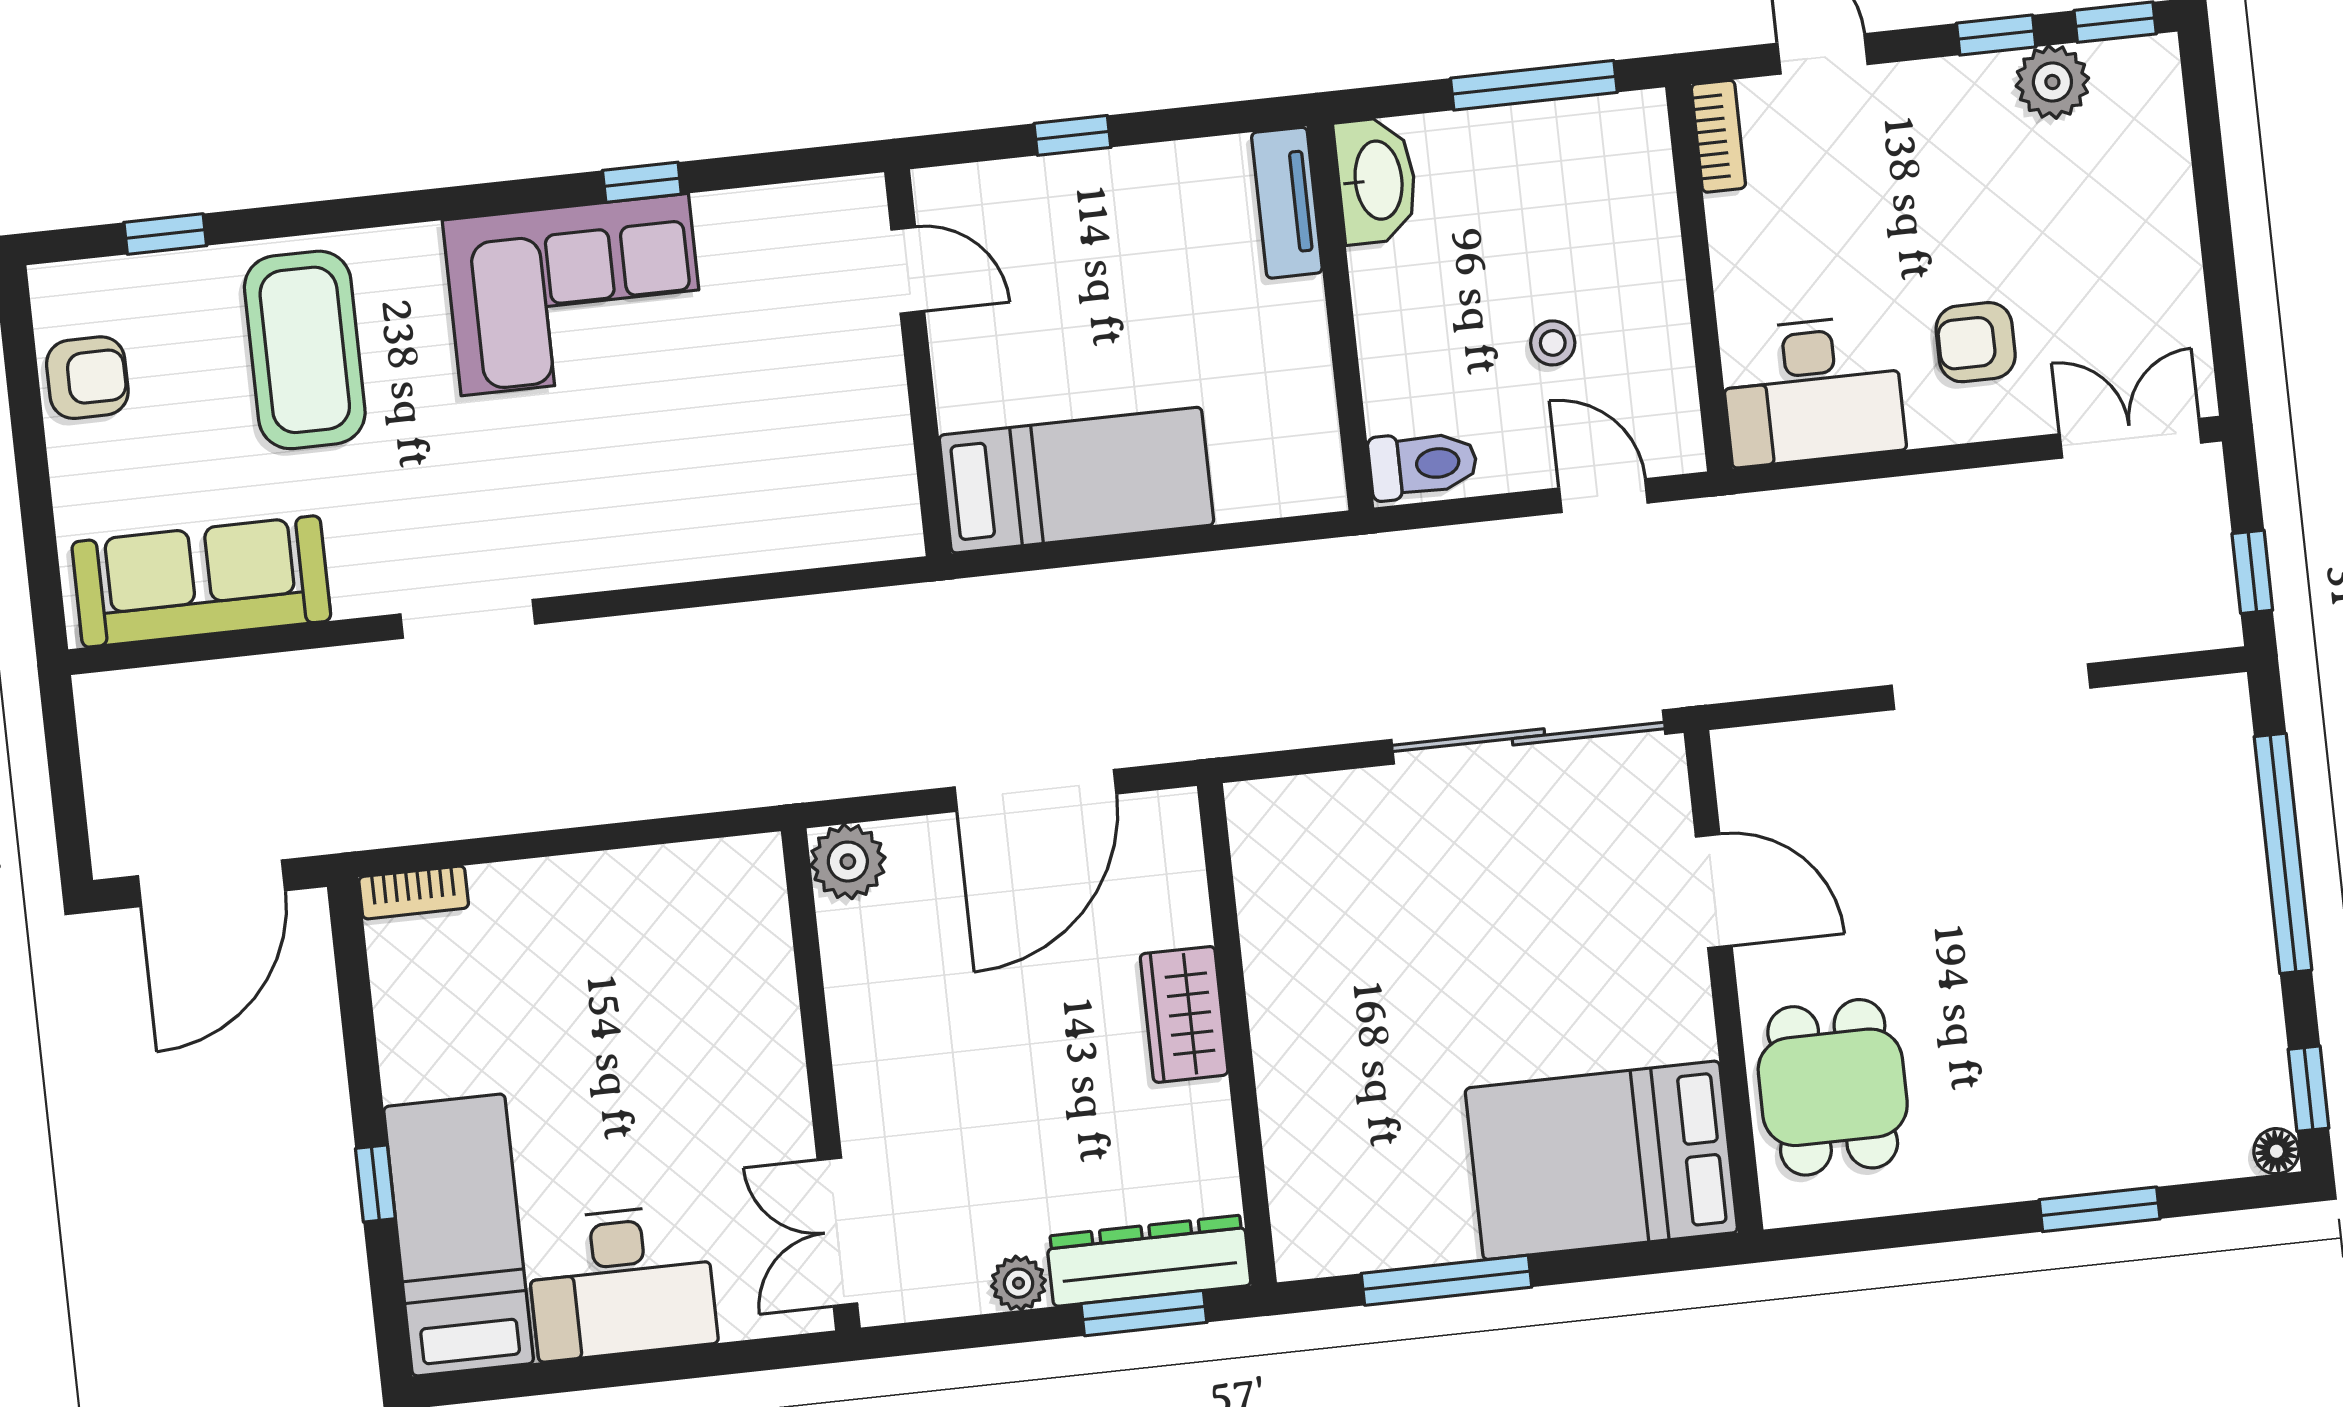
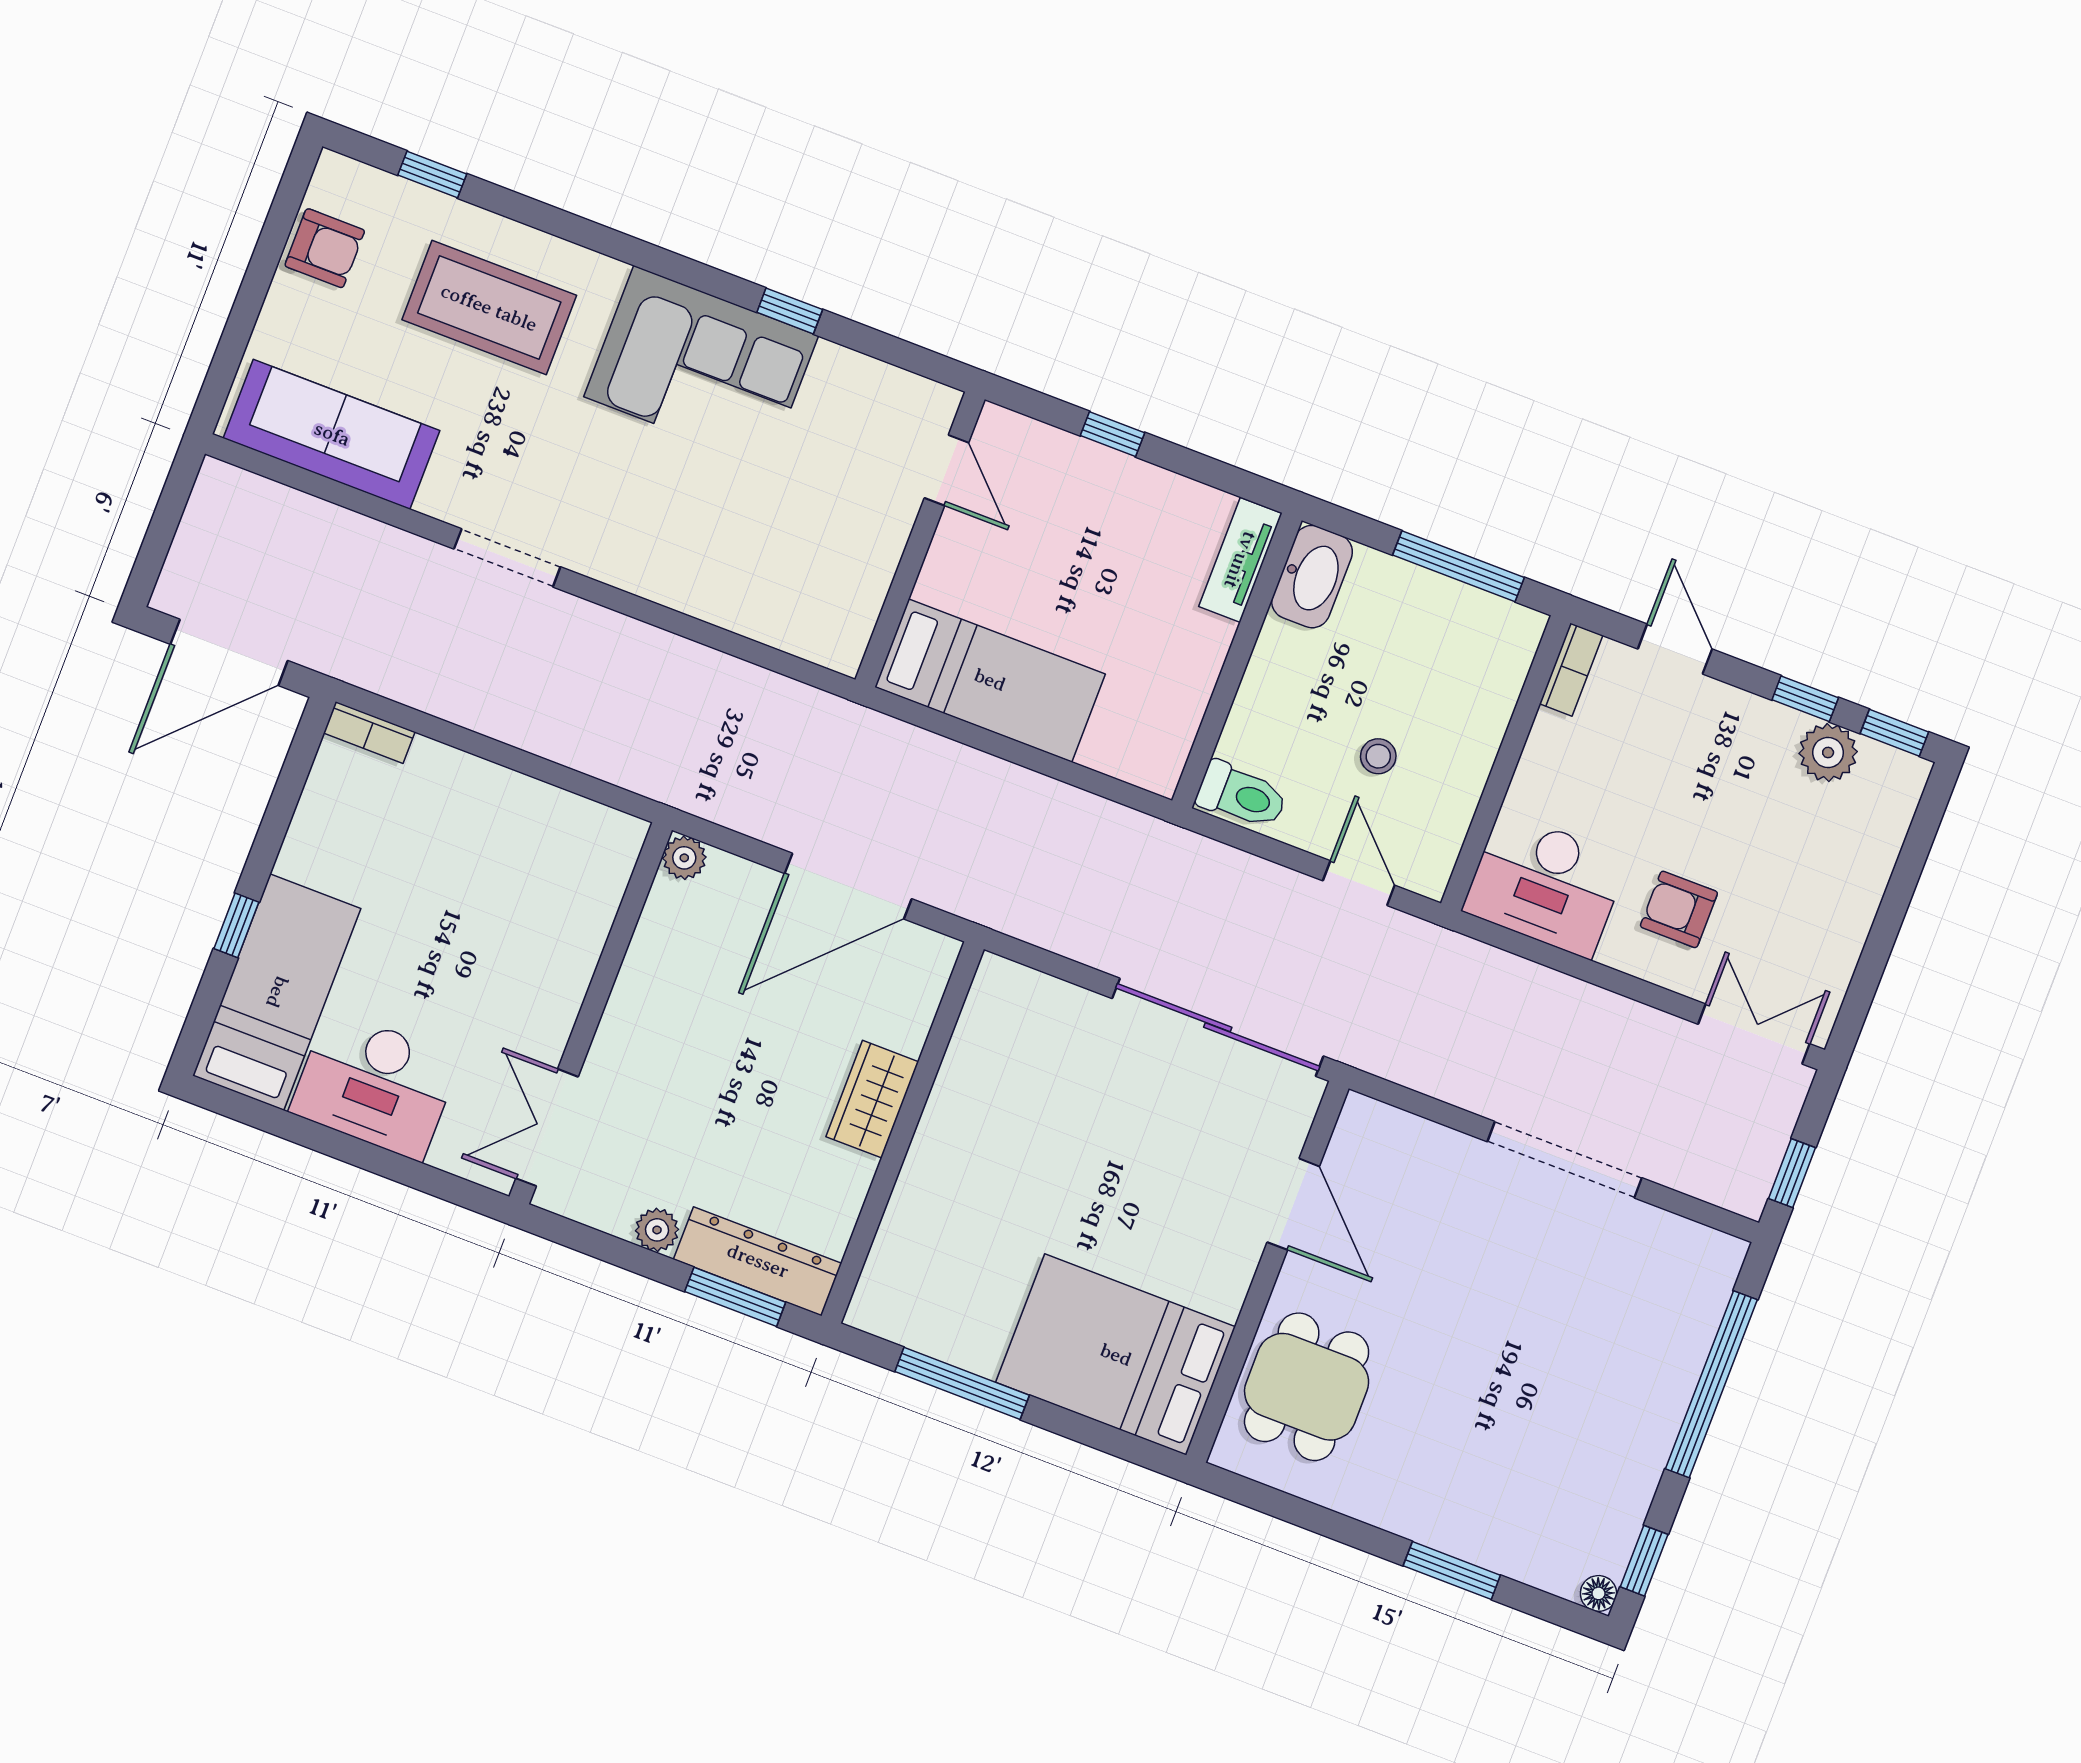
coffee table: (305, 350) -> (489, 308), turned 90
plant: (848, 862) -> (684, 858), width x0.73, depth x0.73

